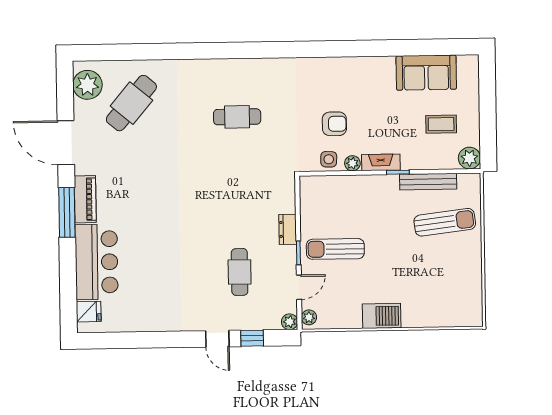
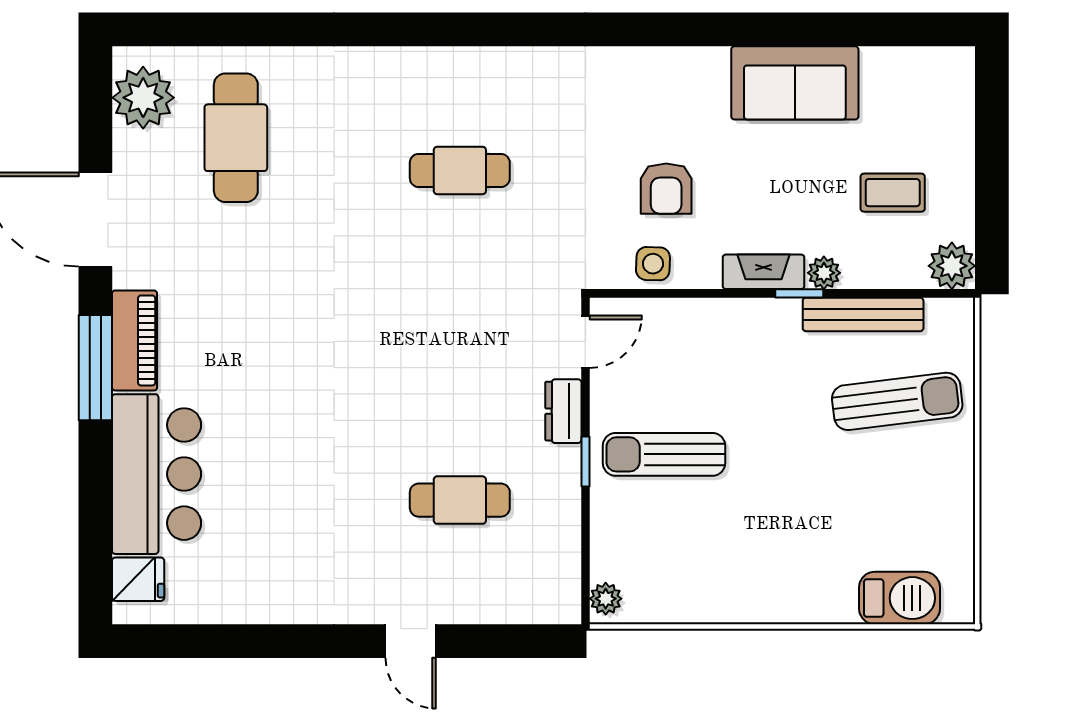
sofa: (426, 73) -> (795, 83), moved
cafe table: (131, 103) -> (236, 138), turned -40
armchair: (334, 124) -> (666, 189), turned 90
plant: (352, 163) -> (824, 273), moved
cafe table: (240, 272) -> (460, 500), turned 90
door: (299, 287) -> (586, 342), moved
barbecue: (382, 316) -> (899, 598), moved
plant: (290, 322) -> (564, 607), removed
window: (252, 338) -> (484, 641), removed

